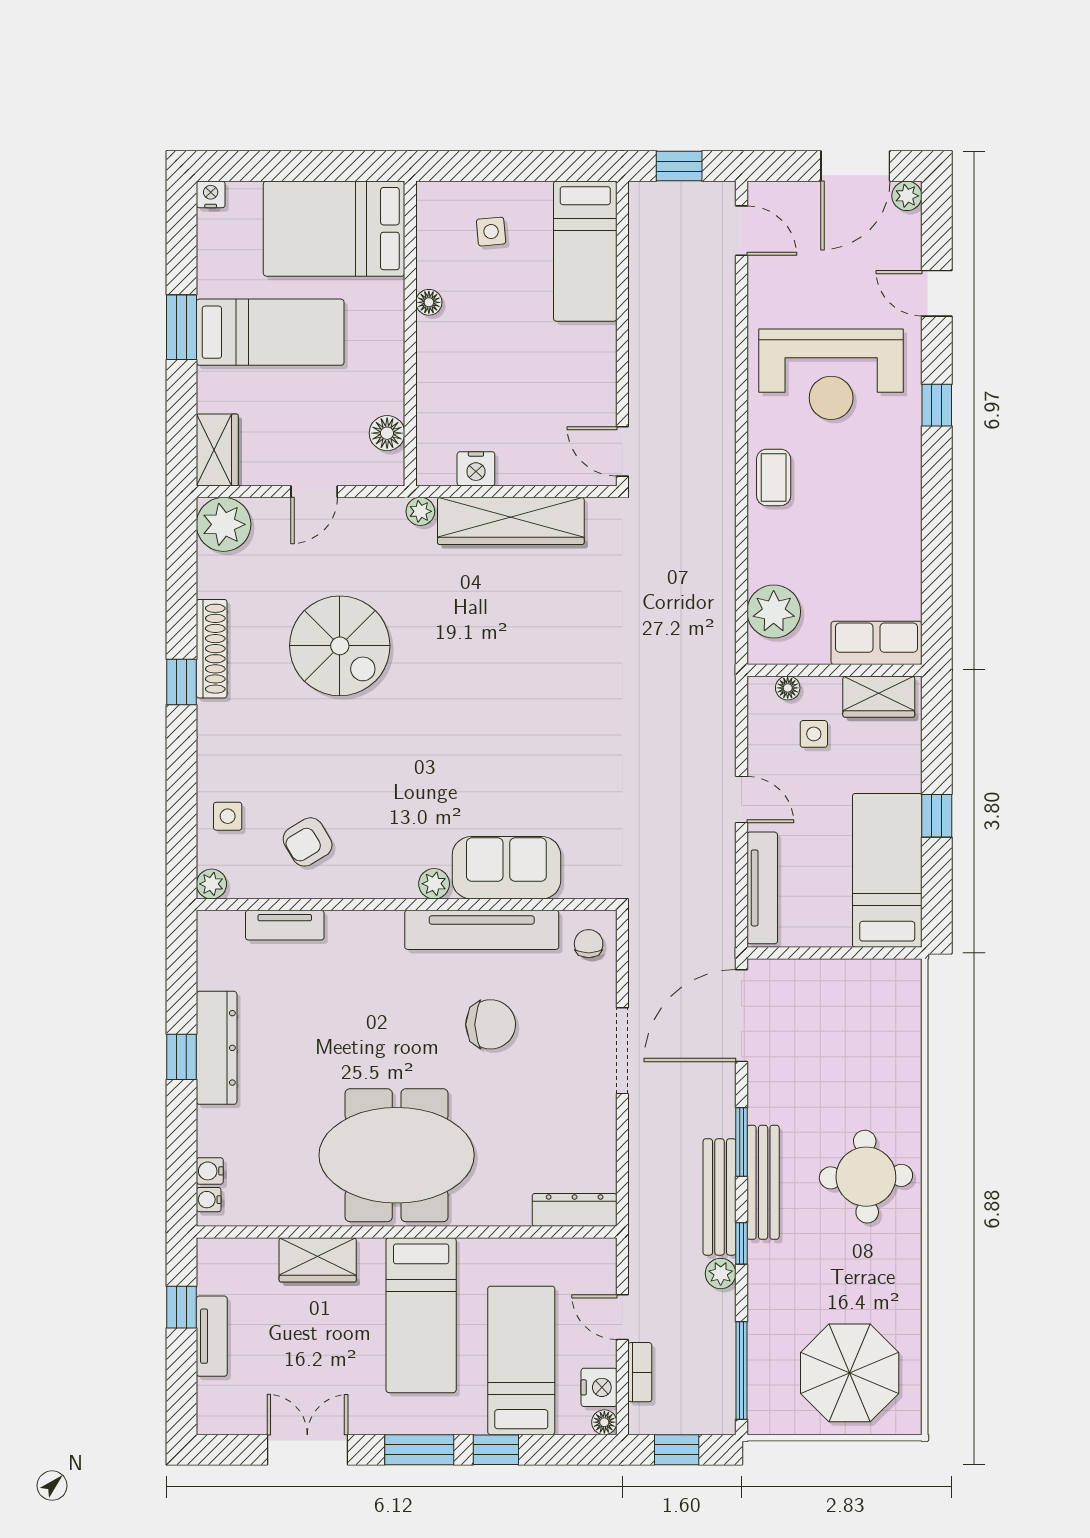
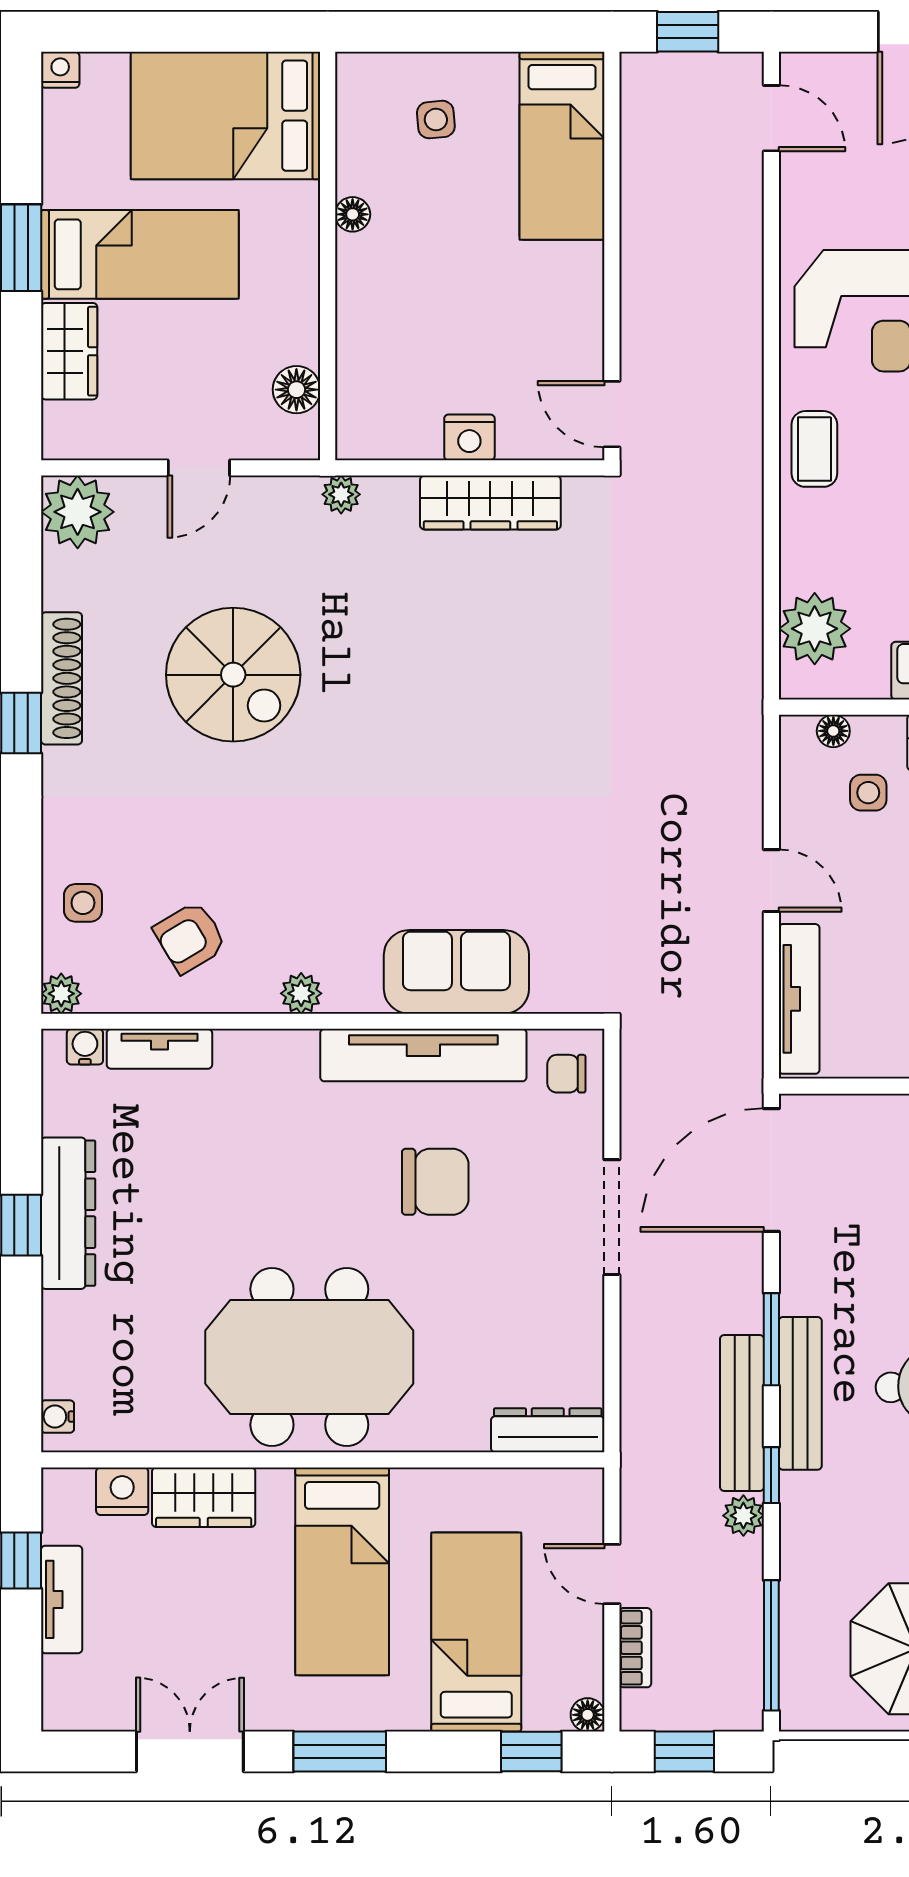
wardrobe: (217, 450) -> (69, 351), moved
nightstand: (476, 469) -> (469, 437), moved
wardrobe: (511, 521) -> (490, 503), width x0.71, depth x0.85
plant: (434, 884) -> (301, 993), moved
chair: (589, 944) -> (566, 1074), turned -90
water cooler: (210, 1171) -> (85, 1047), moved, turned 90
nightstand: (599, 1387) -> (122, 1491), moved, turned -90
window: (496, 1450) -> (531, 1752), moved

